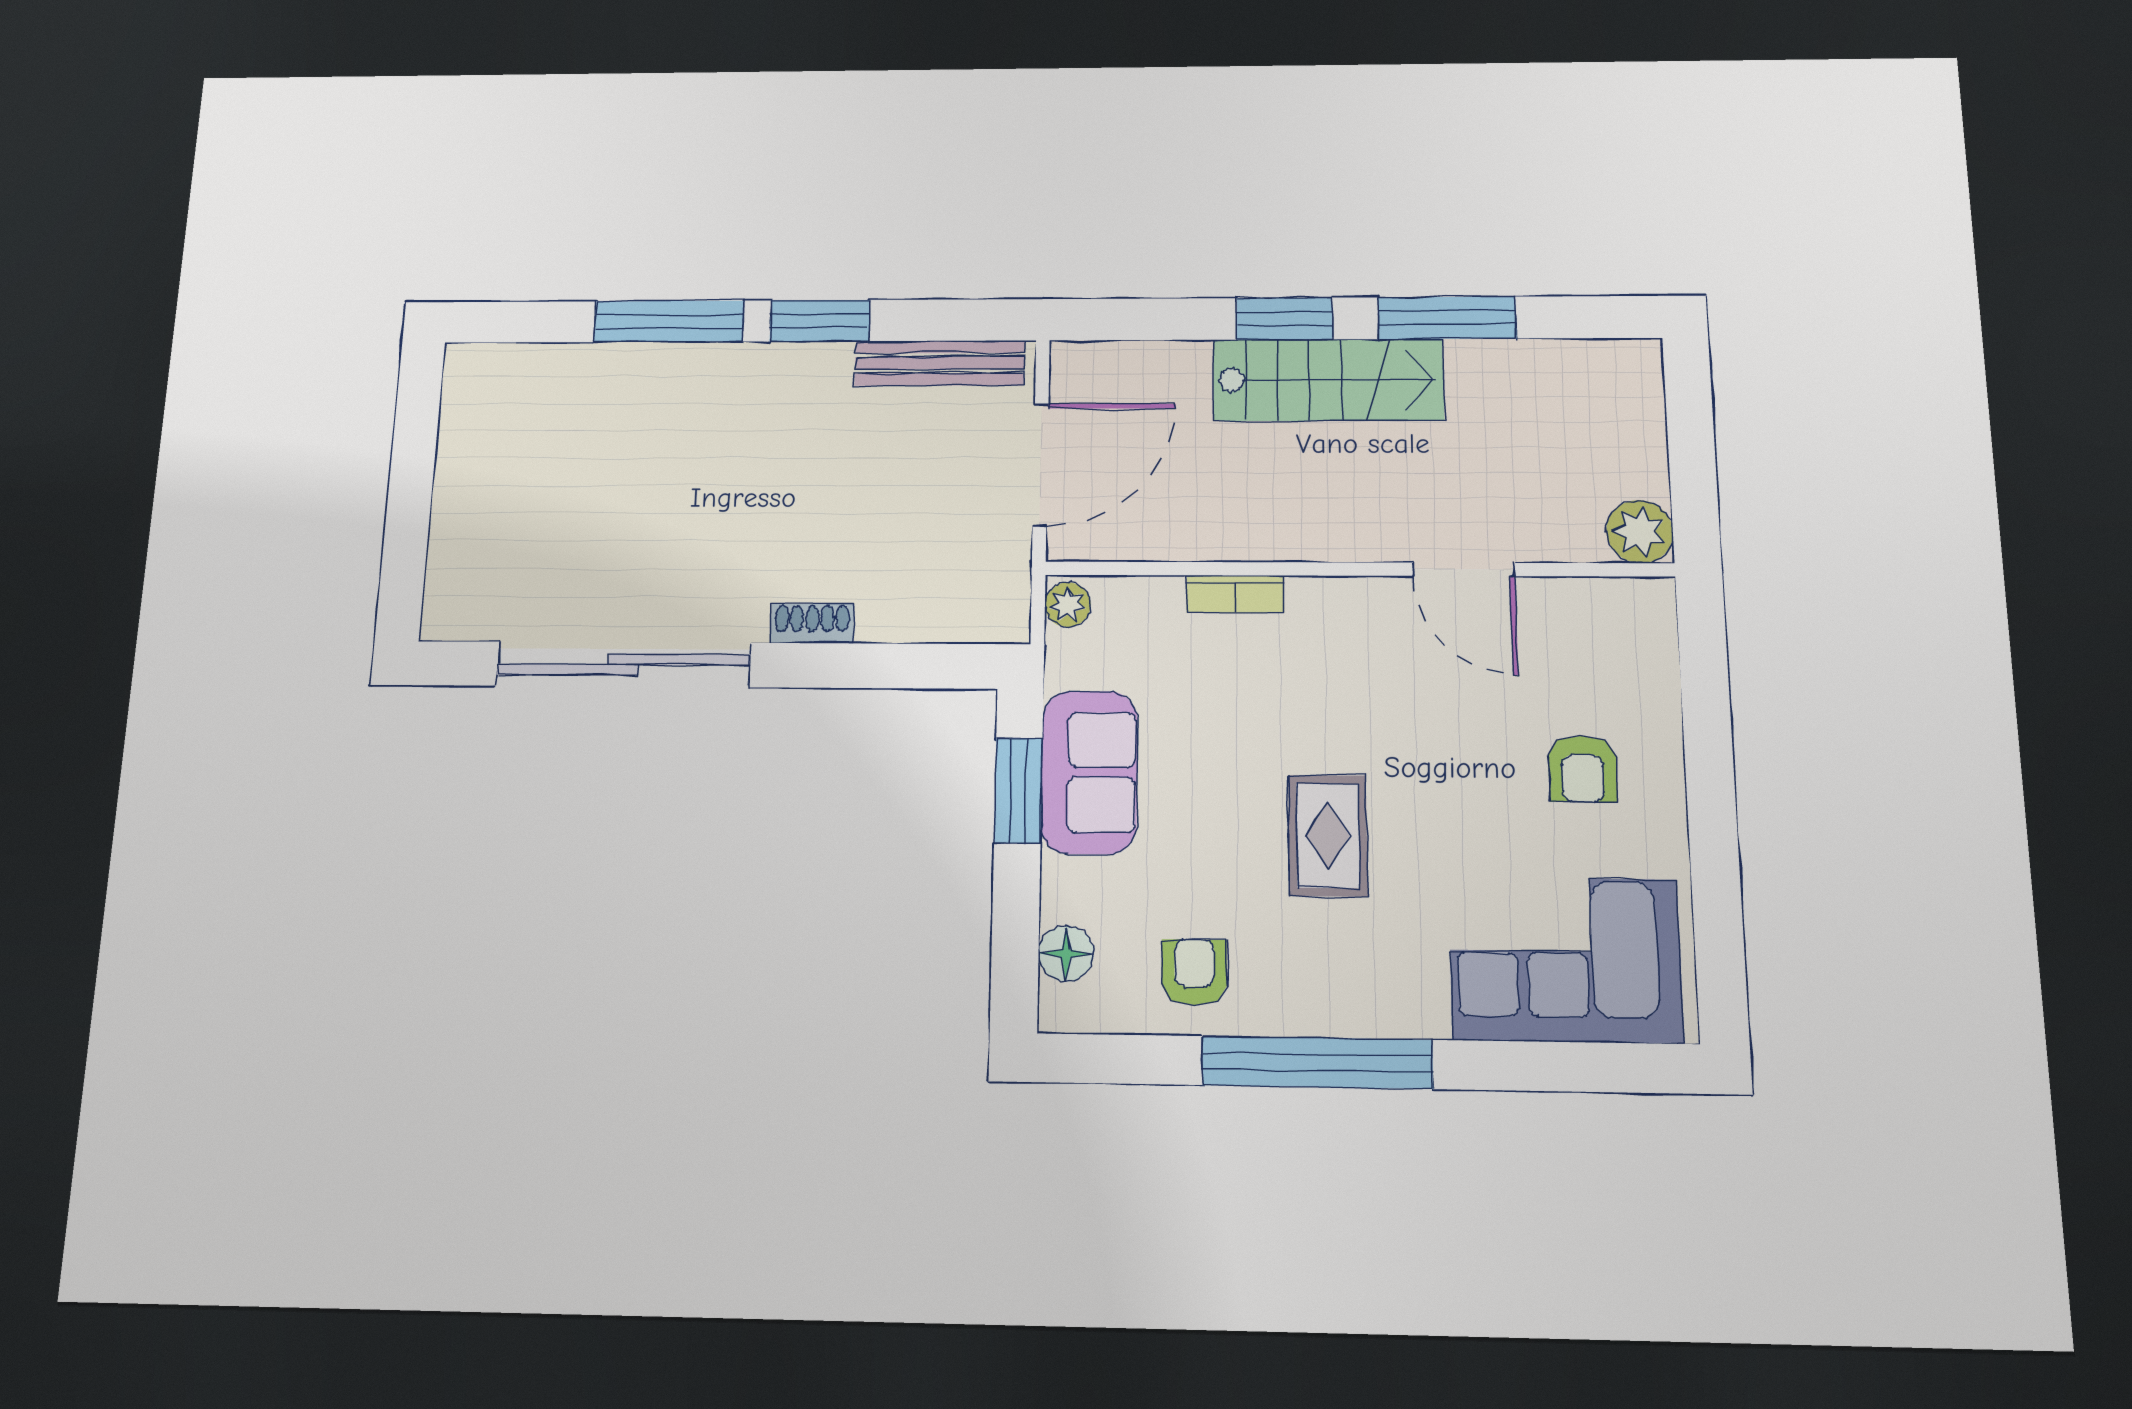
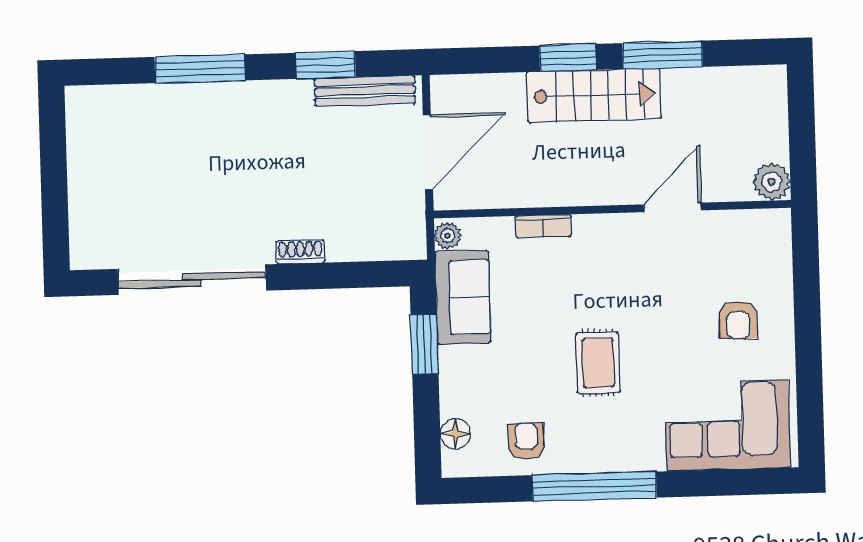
window: (820, 321) -> (326, 65), moved
door: (1464, 569) -> (673, 207), swing flipped
sofa: (1089, 772) -> (463, 297), moved

